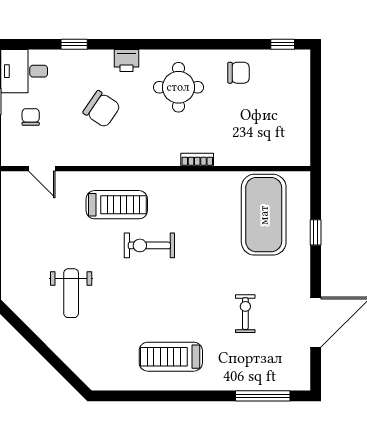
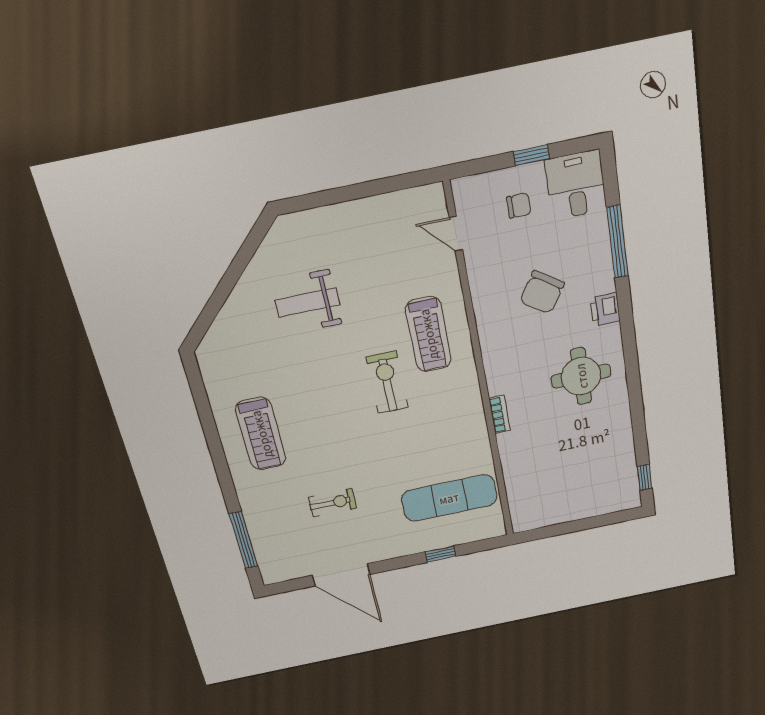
window: (74, 44) -> (617, 242), width x2.17
chair: (238, 73) -> (607, 438), removed
door: (42, 169) -> (456, 234), hinge flipped
exercise mat: (264, 215) -> (449, 498), width x0.68
treadmill: (171, 357) -> (261, 434), turned 180

